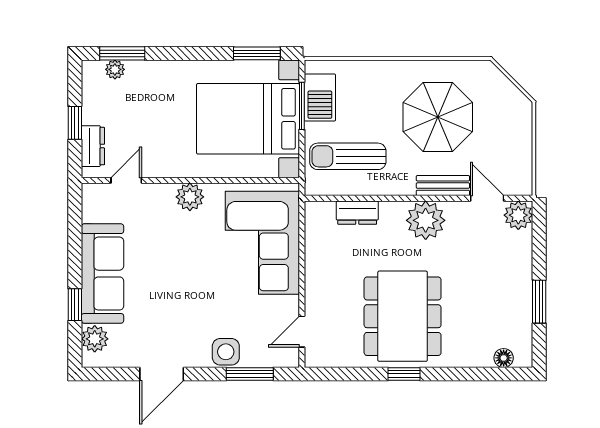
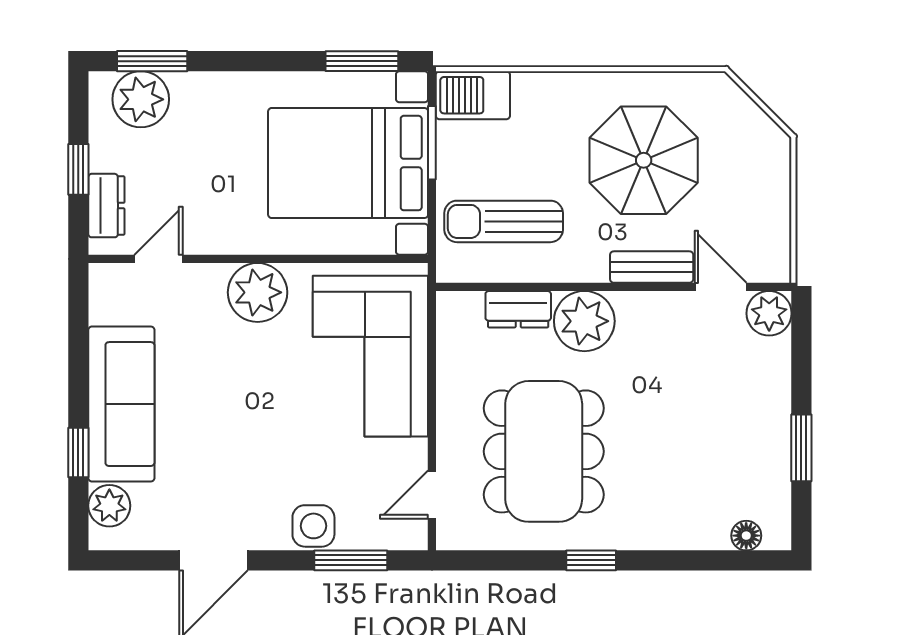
plant: (115, 69) -> (141, 99), width x1.87, depth x1.87
barbecue: (320, 98) -> (473, 95), moved, turned 90
plant: (190, 197) -> (258, 292), width x1.36, depth x1.36
plant: (426, 220) -> (584, 321), moved
dining table: (403, 316) -> (544, 451), moved

